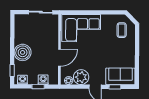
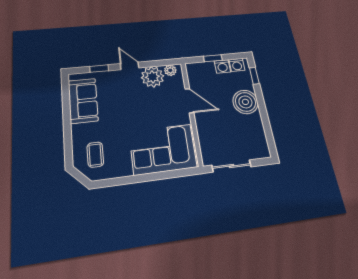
door: (59, 58) -> (189, 101), swing flipped
sofa: (120, 76) -> (83, 101), moved, turned -90
washing machine: (43, 80) -> (222, 66), moved

